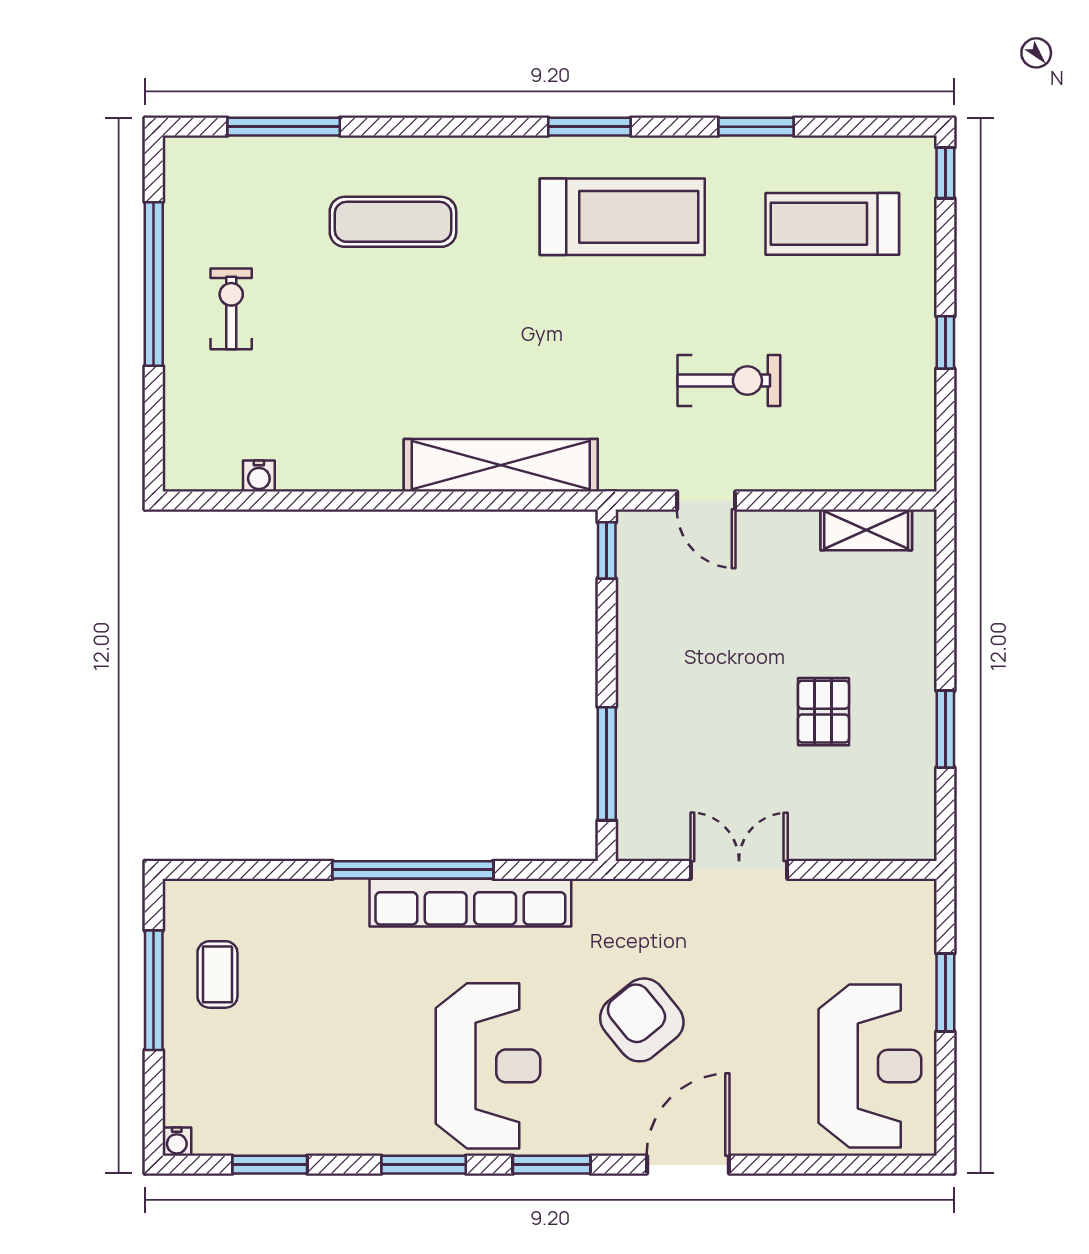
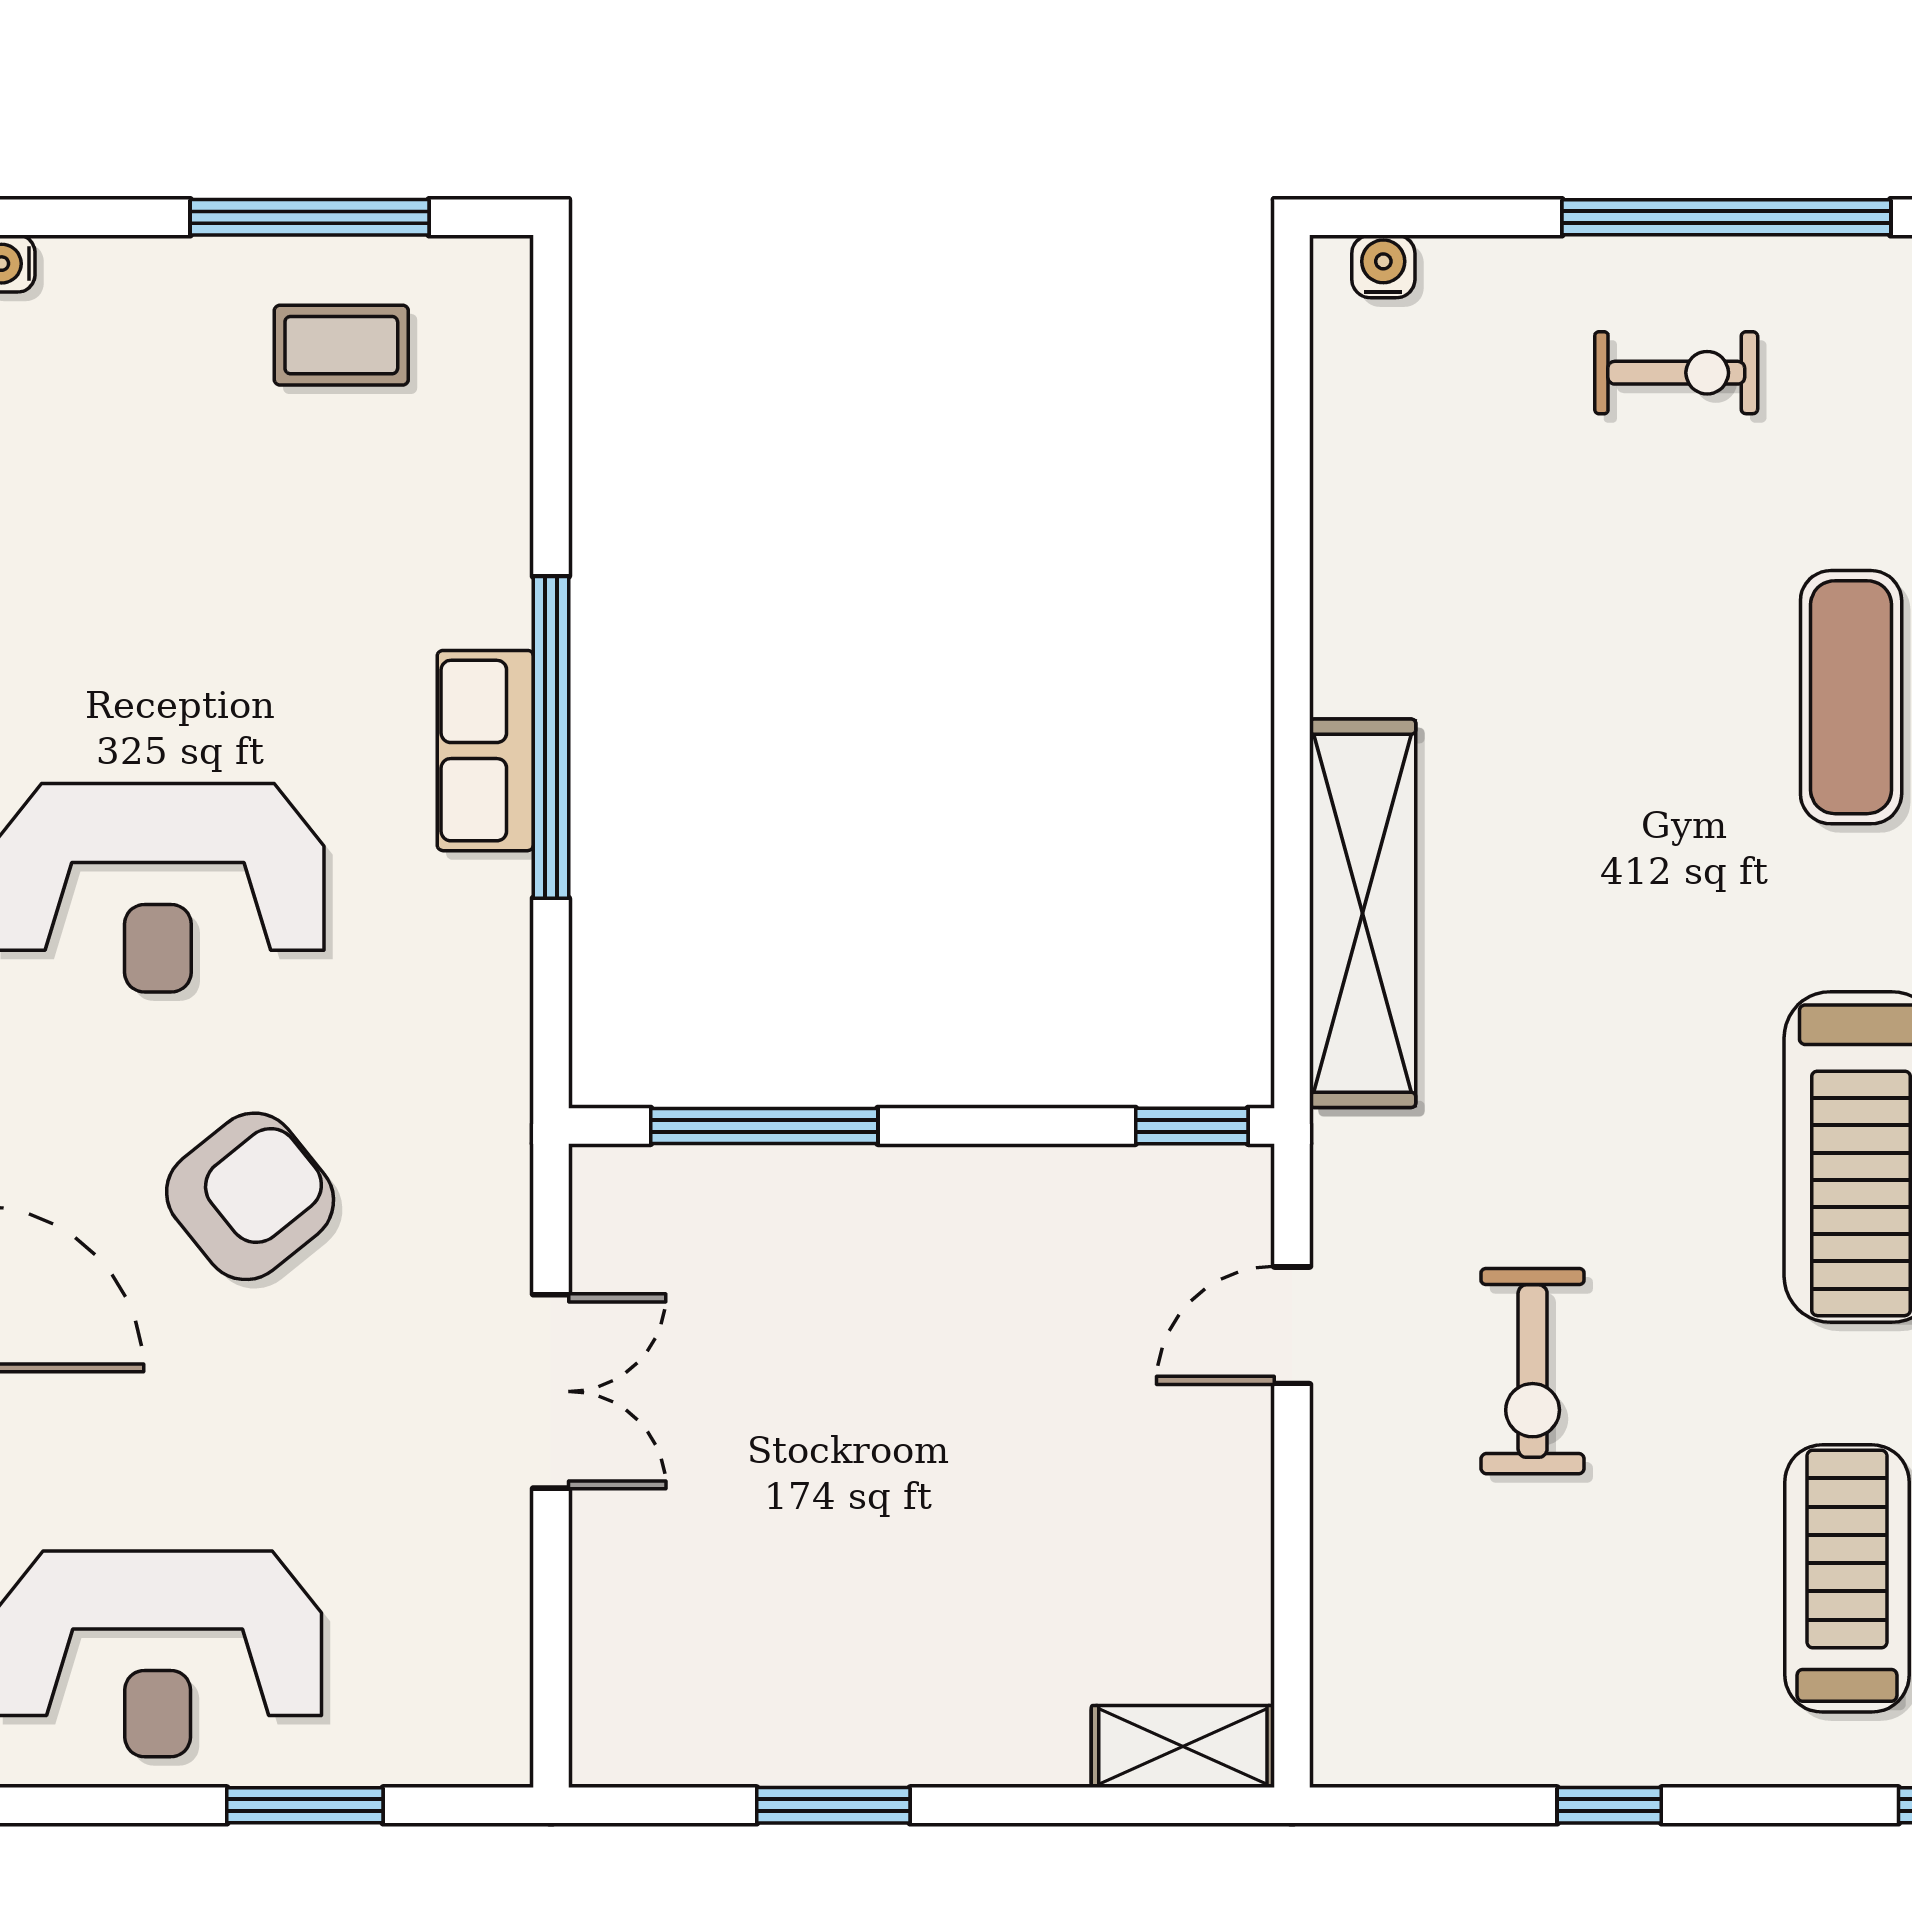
water cooler: (259, 476) -> (1383, 266), moved, turned 90
shelving: (866, 530) -> (1183, 1746), moved, turned 90
pallet: (823, 712) -> (869, 1561), removed
row of seats: (470, 903) -> (485, 751), width x0.50

